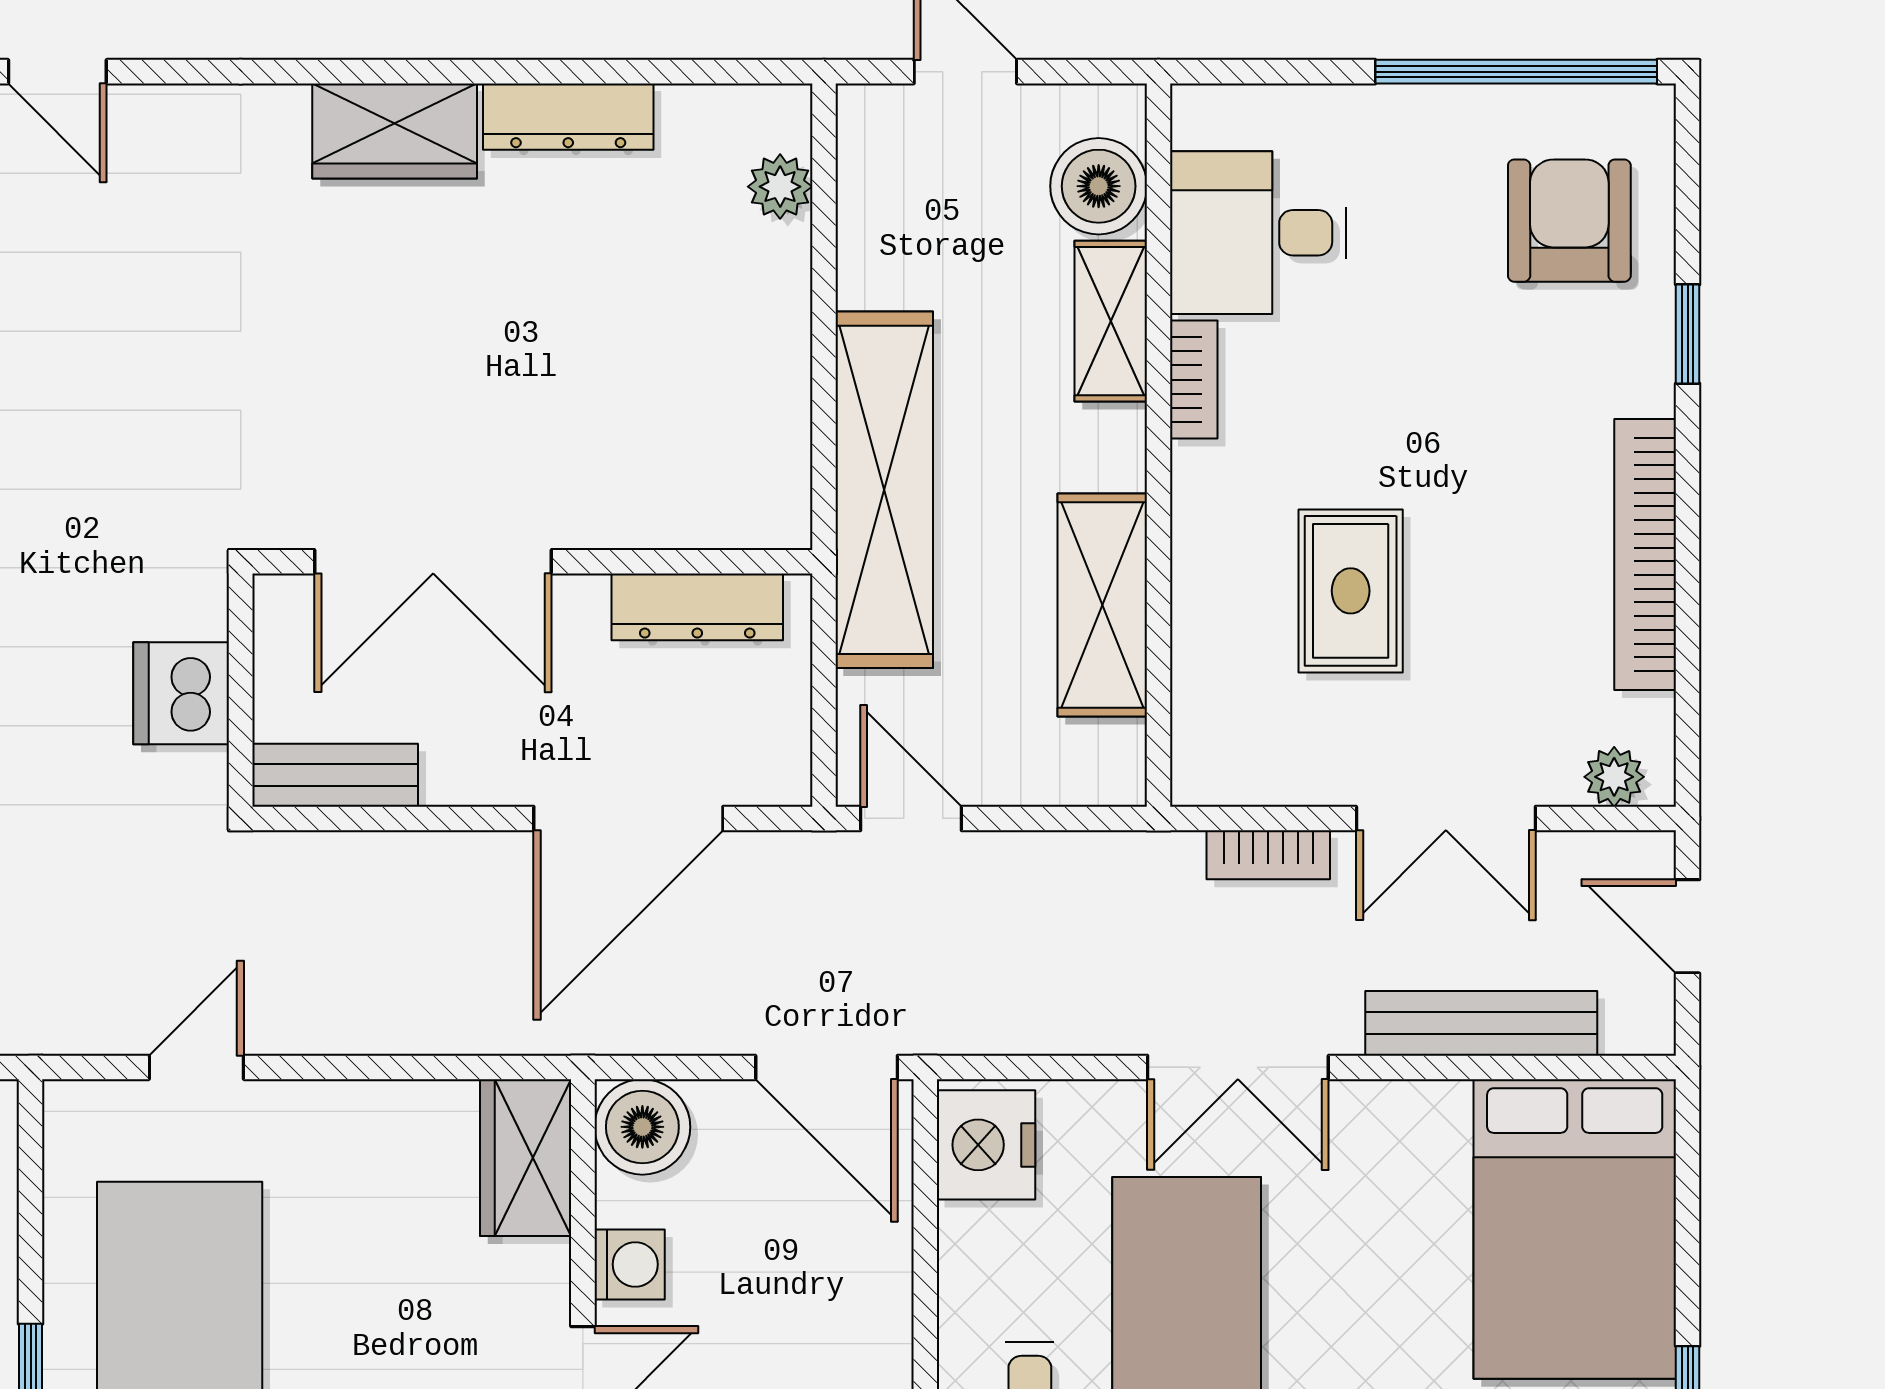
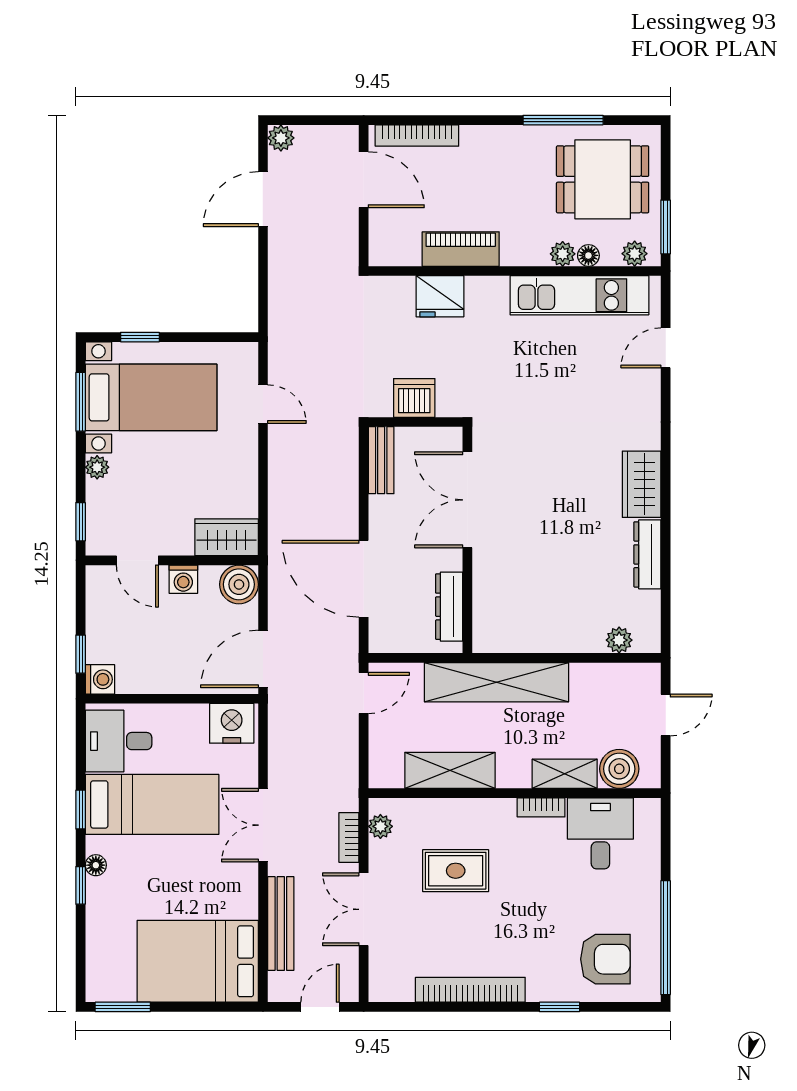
plant: (1614, 777) -> (380, 826), moved

